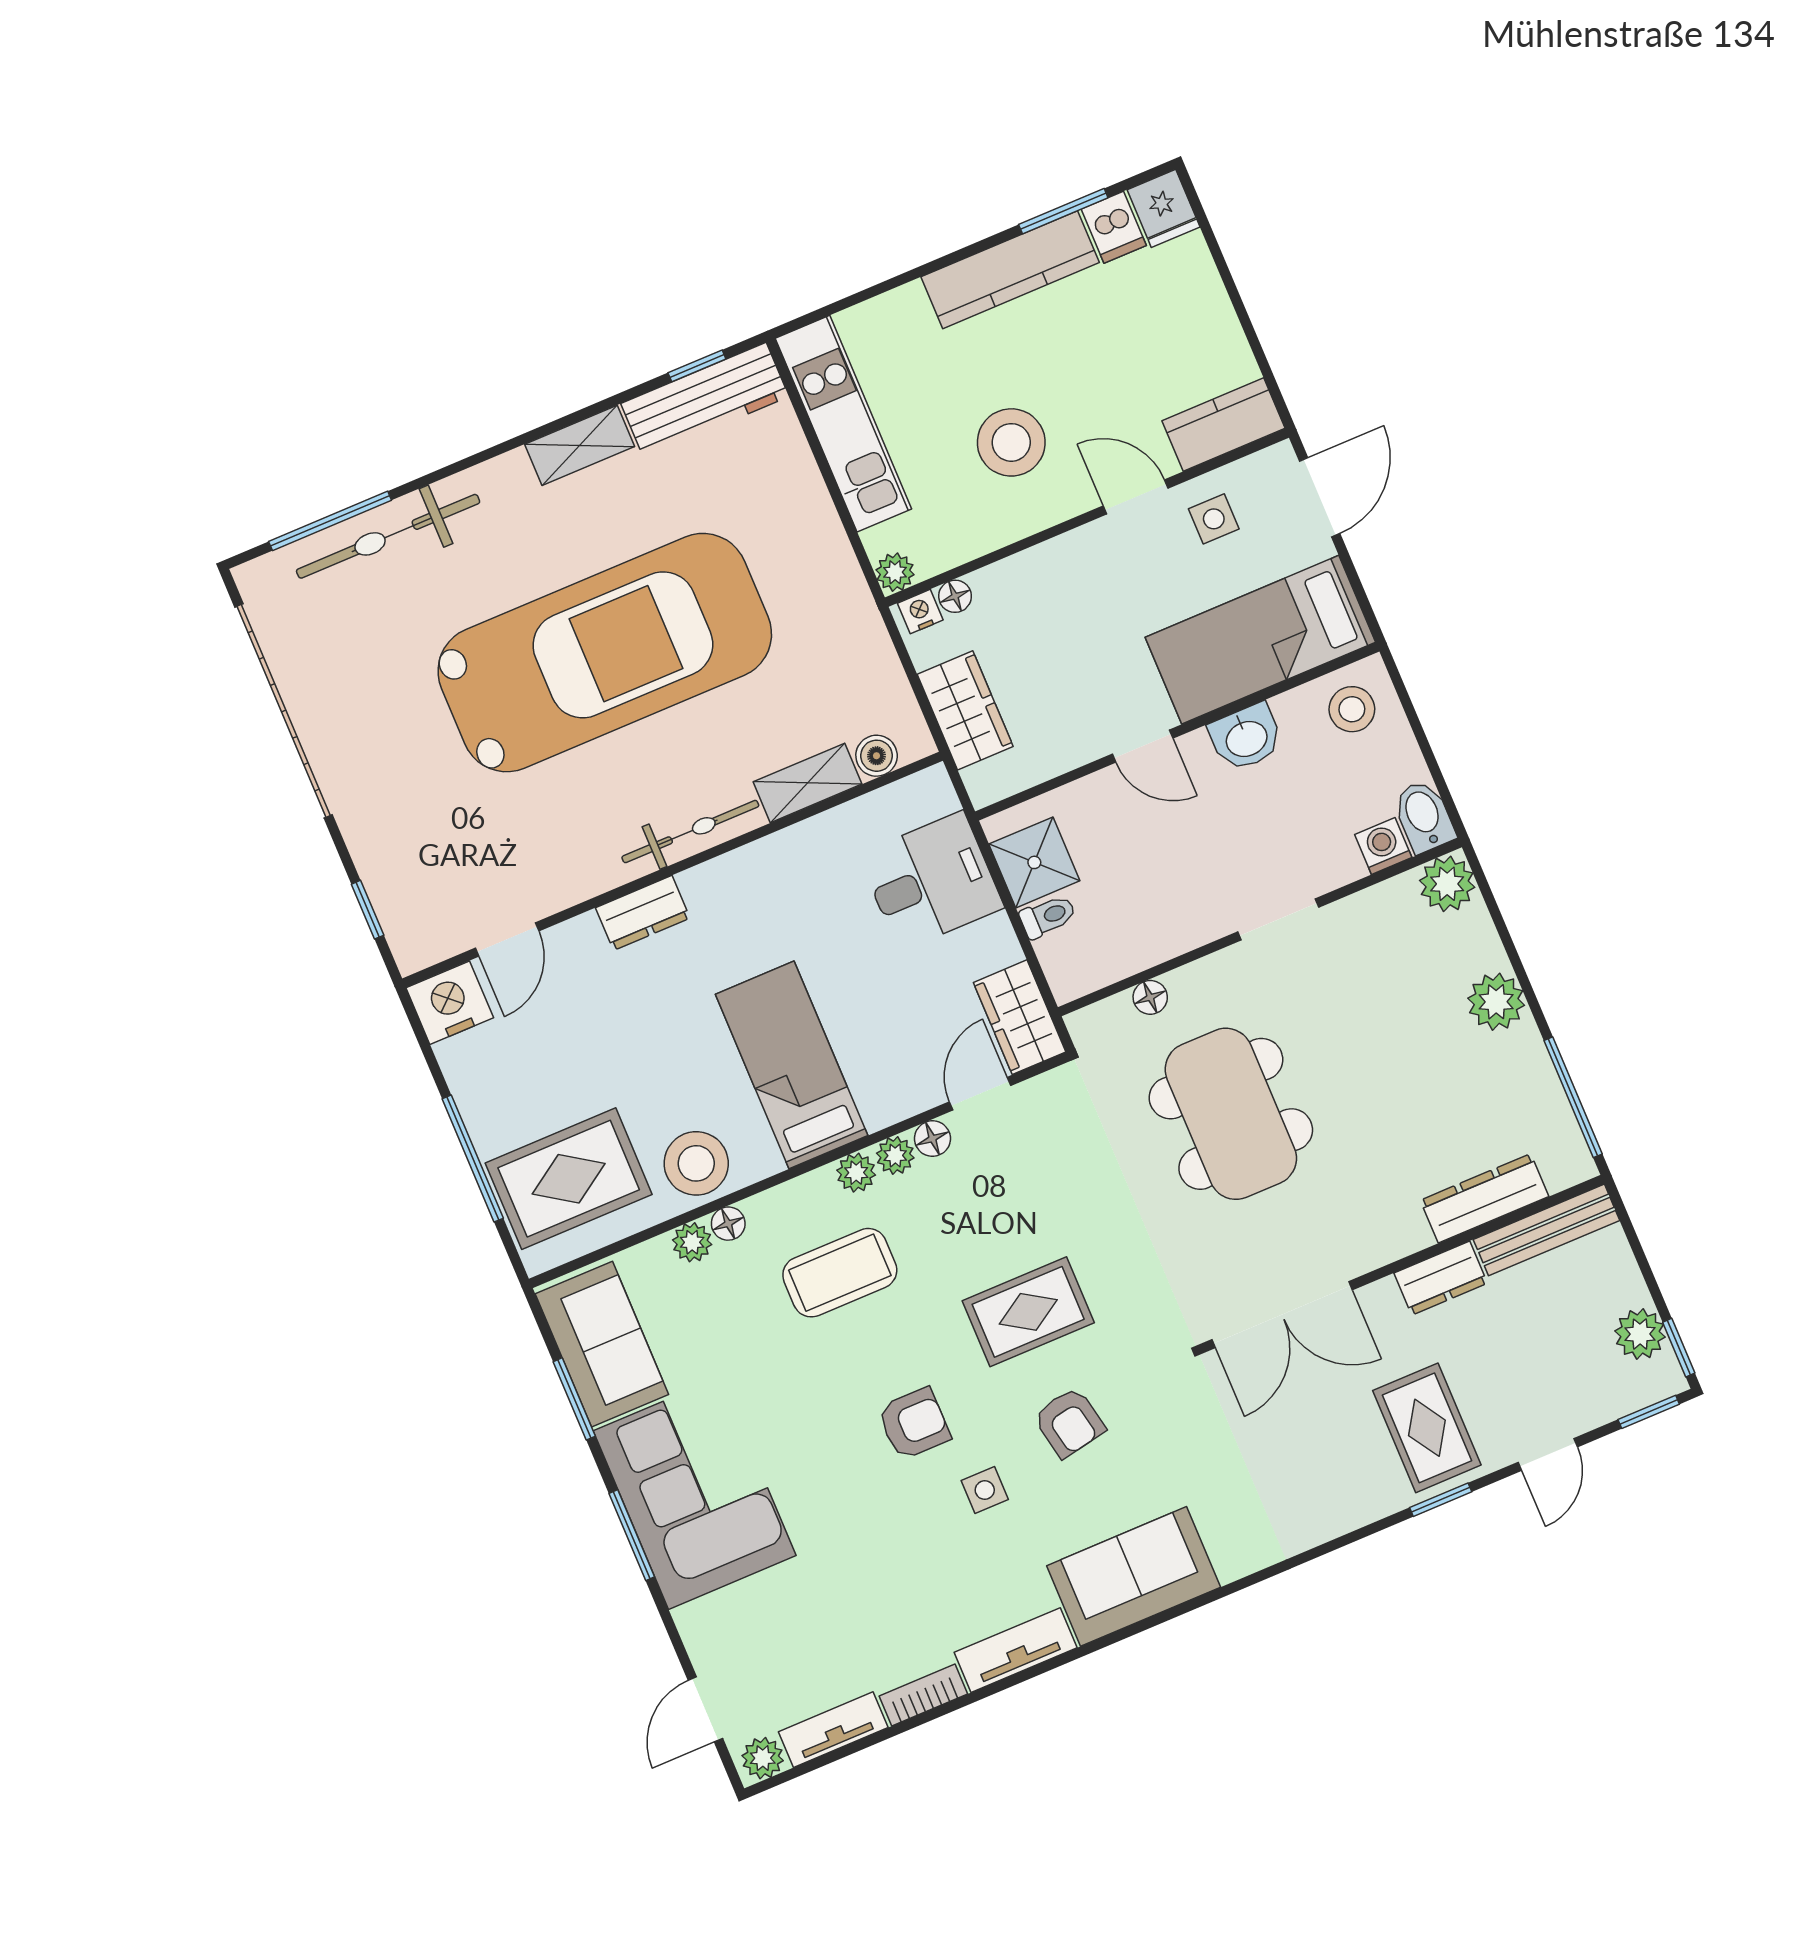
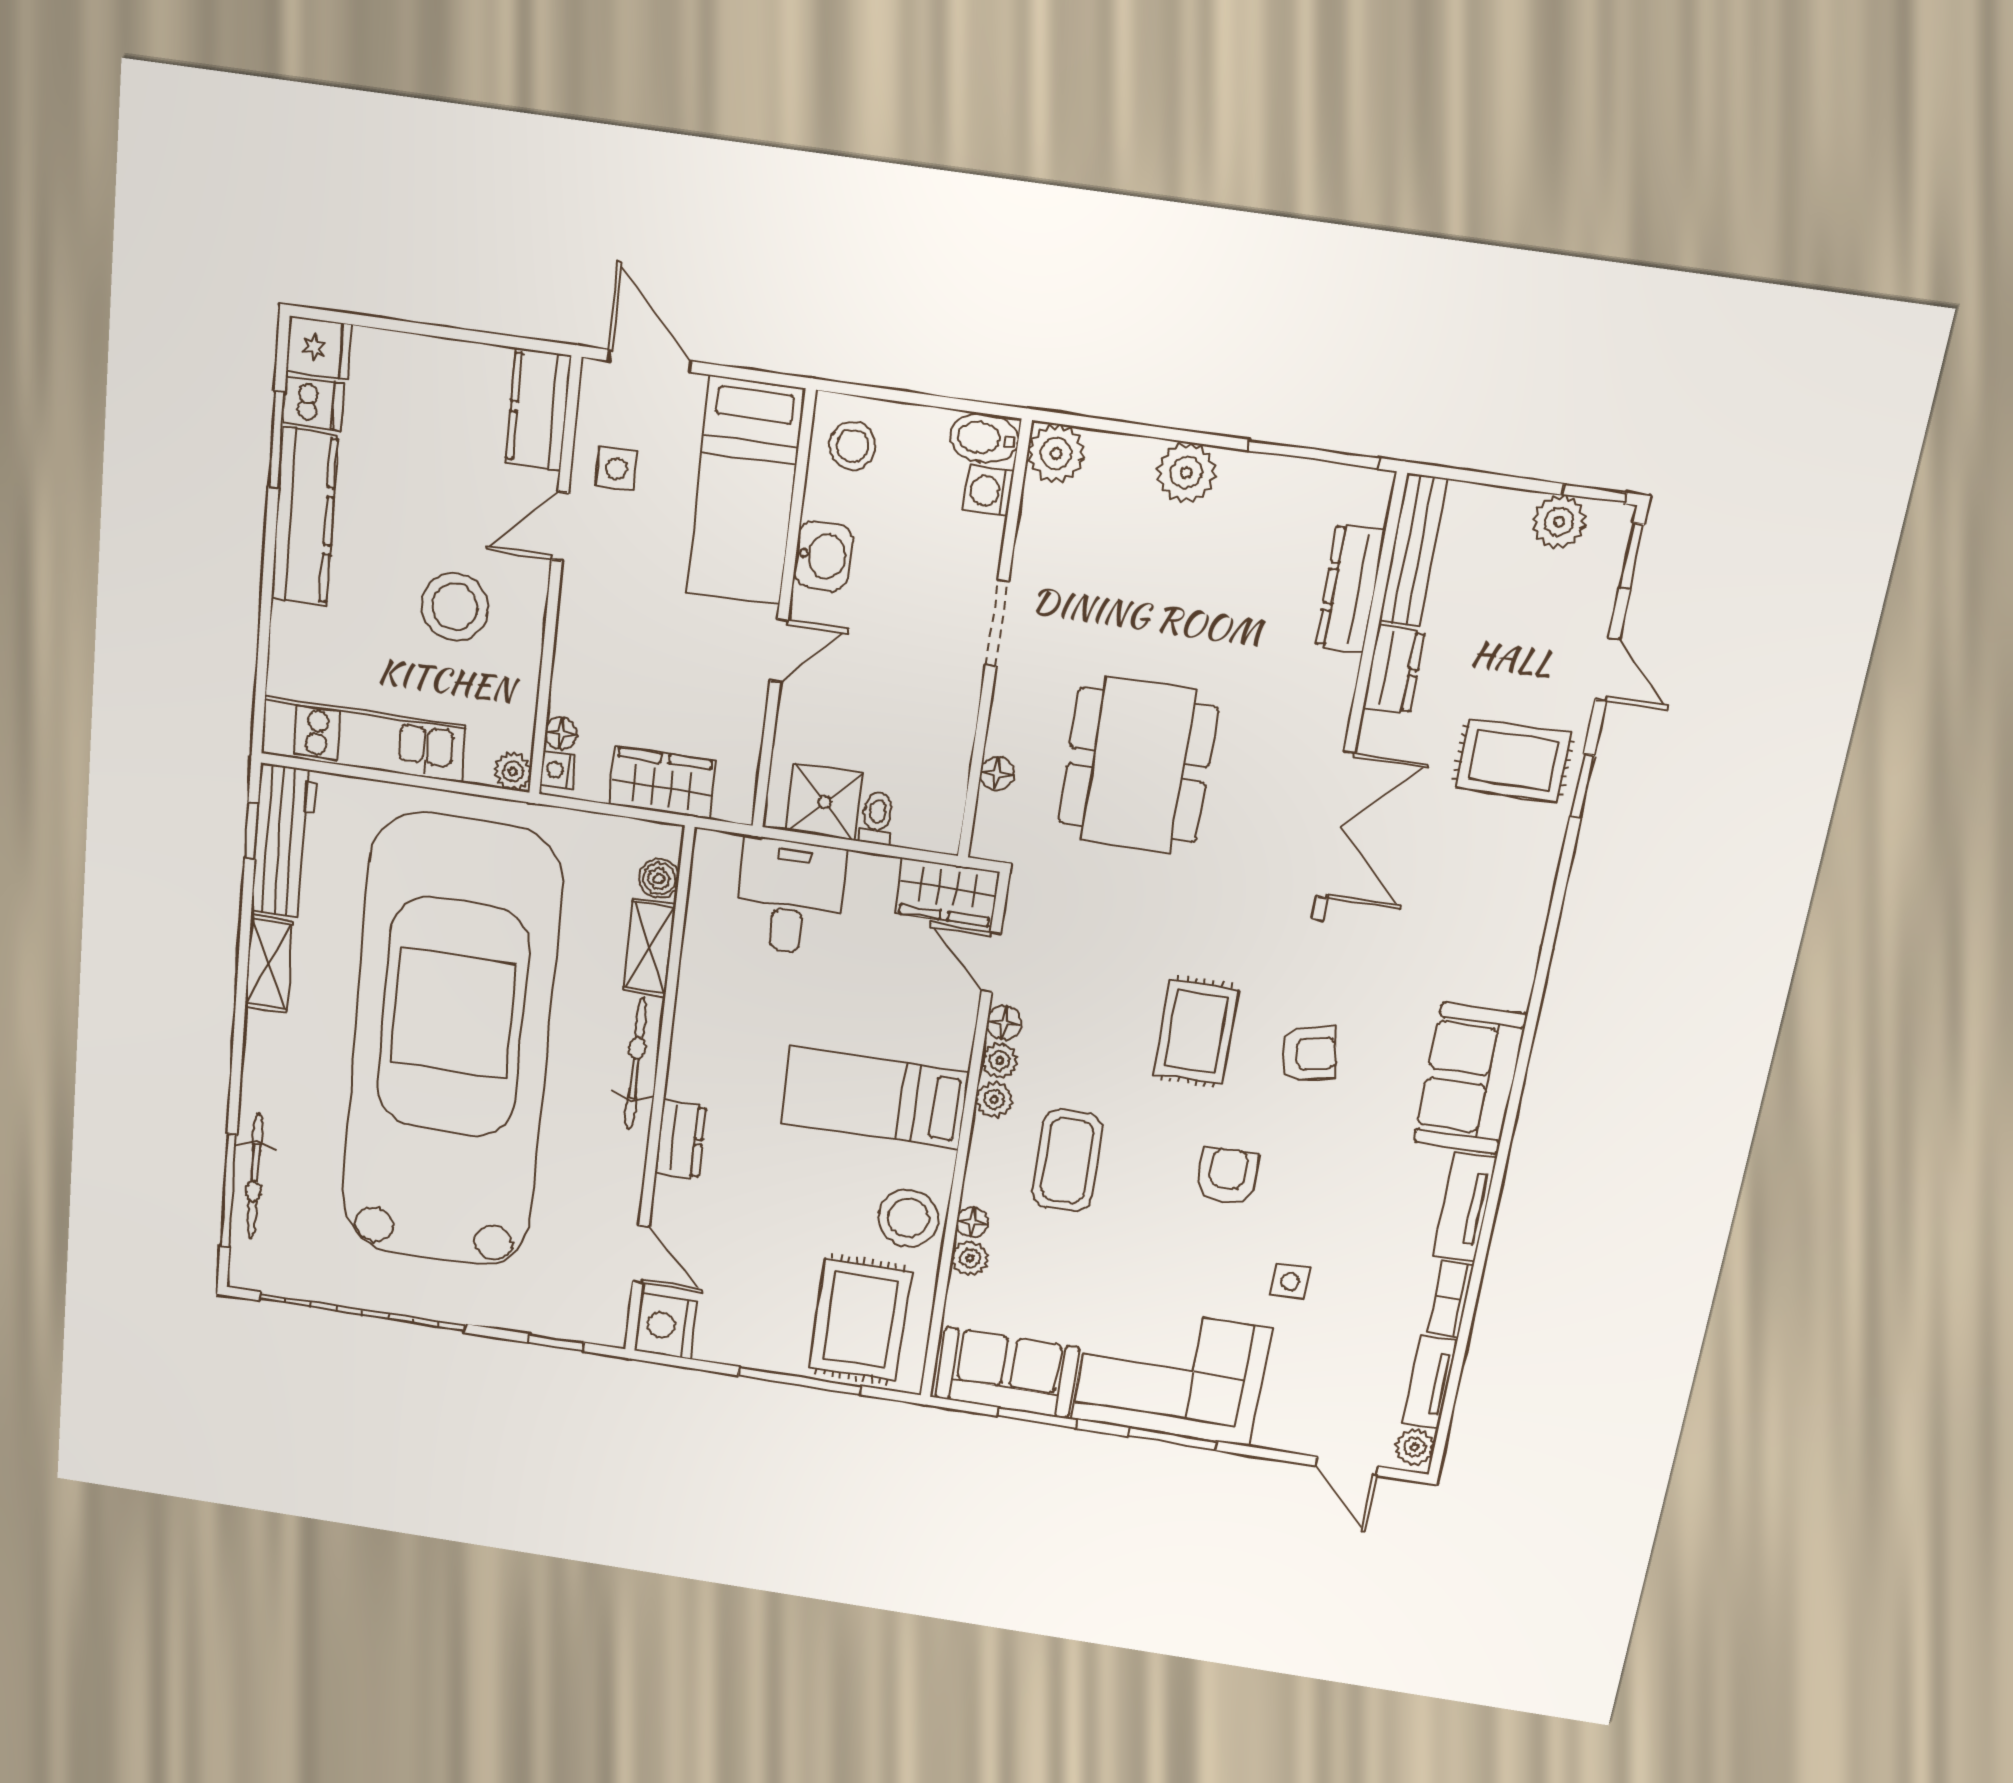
bicycle: (388, 536) -> (255, 1176), width x0.73, depth x0.71
car: (605, 653) -> (451, 1044), width x1.36, depth x1.48
dining table: (1231, 1114) -> (1138, 765), turned 90
side table: (985, 1490) -> (1290, 1282), moved

